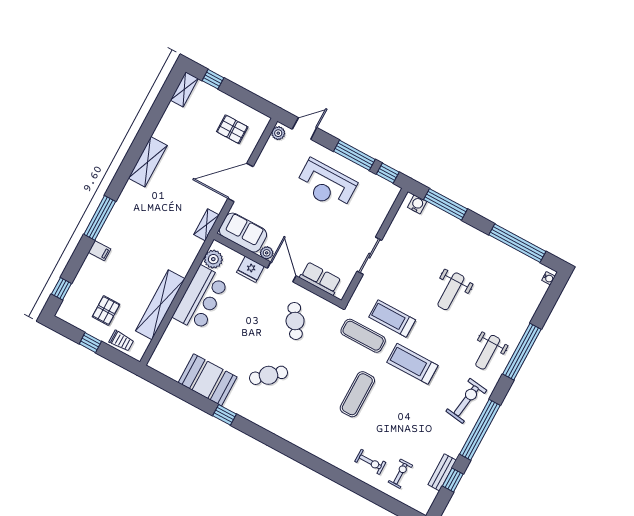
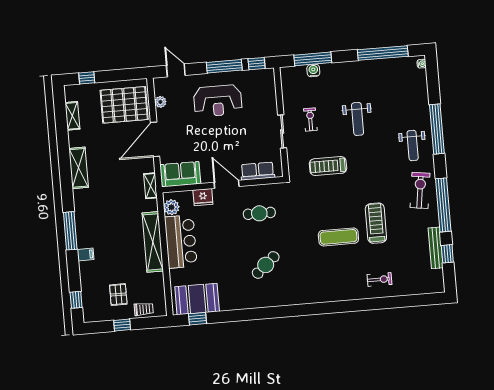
shelving: (184, 89) -> (72, 116), moved
door: (305, 128) -> (176, 70), hinge flipped
pallet: (232, 129) -> (124, 105), width x2.05, depth x2.00
plant: (278, 133) -> (160, 102), moved
water cooler: (417, 204) -> (313, 70), moved
plant: (267, 253) -> (207, 178), removed
shelving: (160, 305) -> (153, 242), moved
cafe table: (295, 321) -> (259, 213), turned -58
exercise mat: (363, 336) -> (315, 192), removed
treadmill: (412, 364) -> (376, 223), moved, turned 90
booth: (208, 380) -> (197, 299), moved
exercise mat: (357, 394) -> (338, 237), turned 90
window: (225, 415) -> (197, 319), moved
bench: (442, 472) -> (436, 248), width x1.36
exercise bike: (400, 474) -> (310, 119), moved

